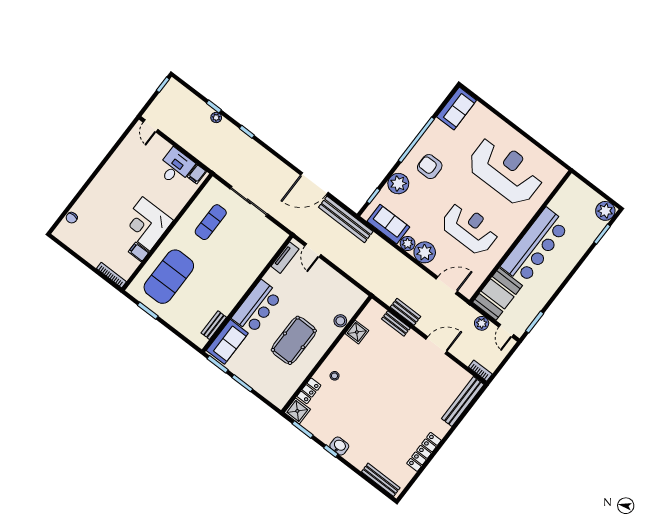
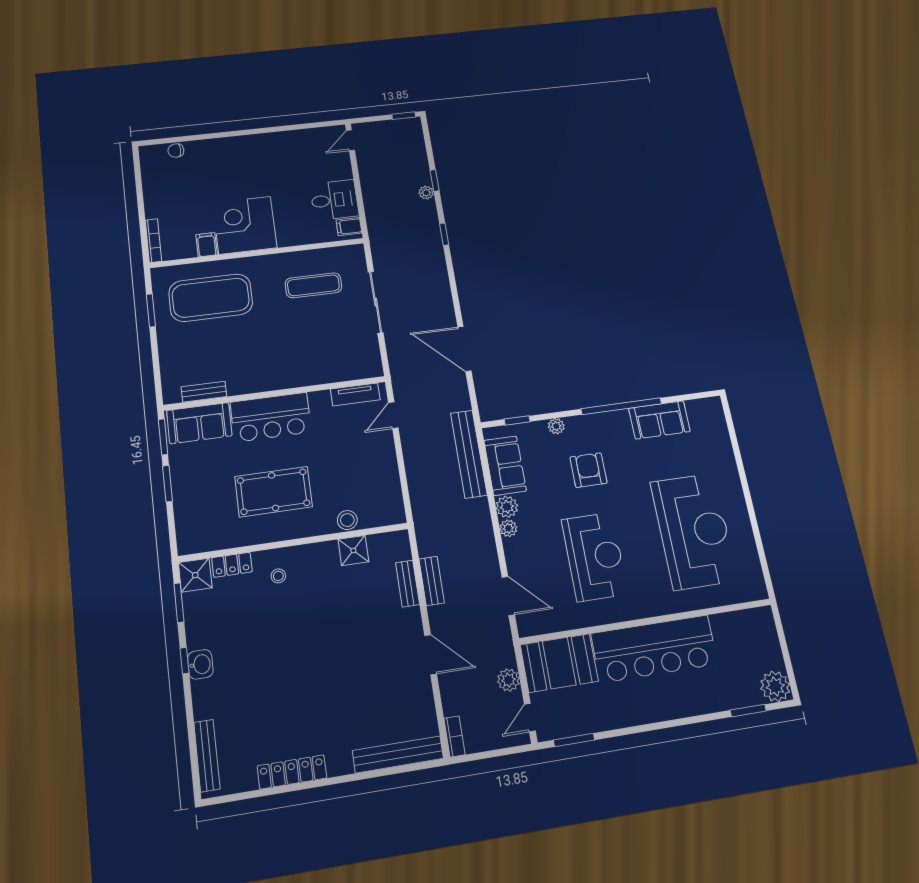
sofa: (457, 108) -> (659, 420), moved
armchair: (430, 167) -> (588, 470), moved
plant: (398, 184) -> (556, 426), width x0.53, depth x0.53
bench: (346, 219) -> (469, 454), moved
plant: (425, 252) -> (508, 528), width x0.53, depth x0.53

